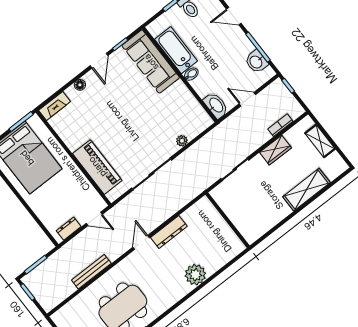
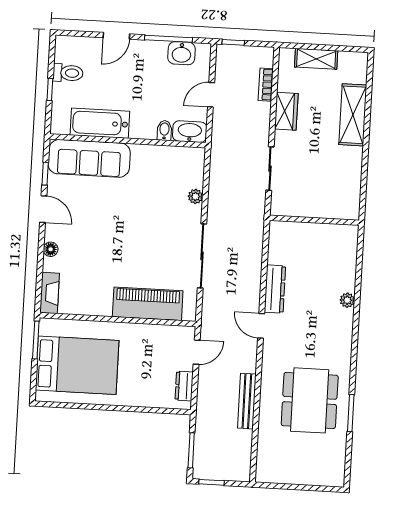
bidet: (191, 74) -> (164, 130), moved
plant: (195, 275) -> (347, 300), width x0.53, depth x0.53

